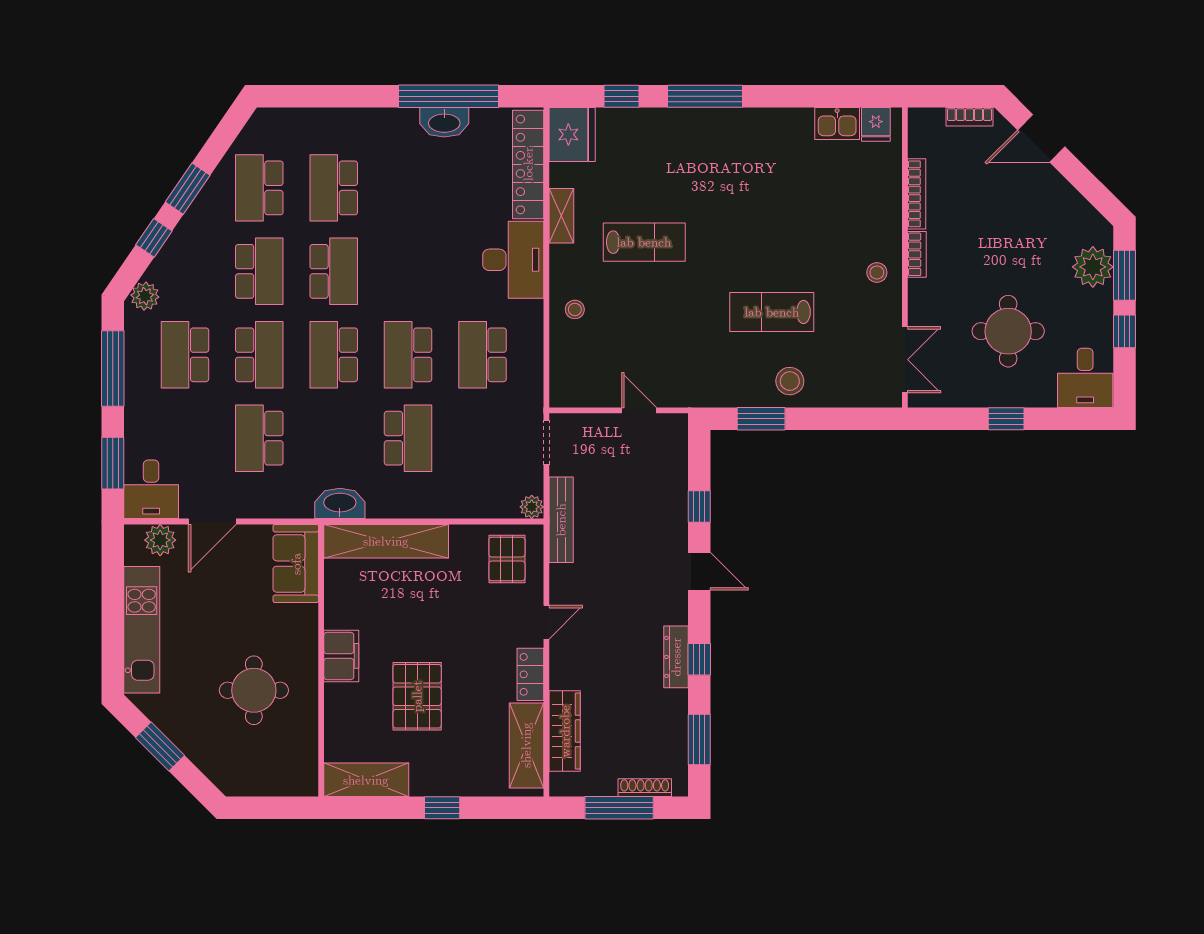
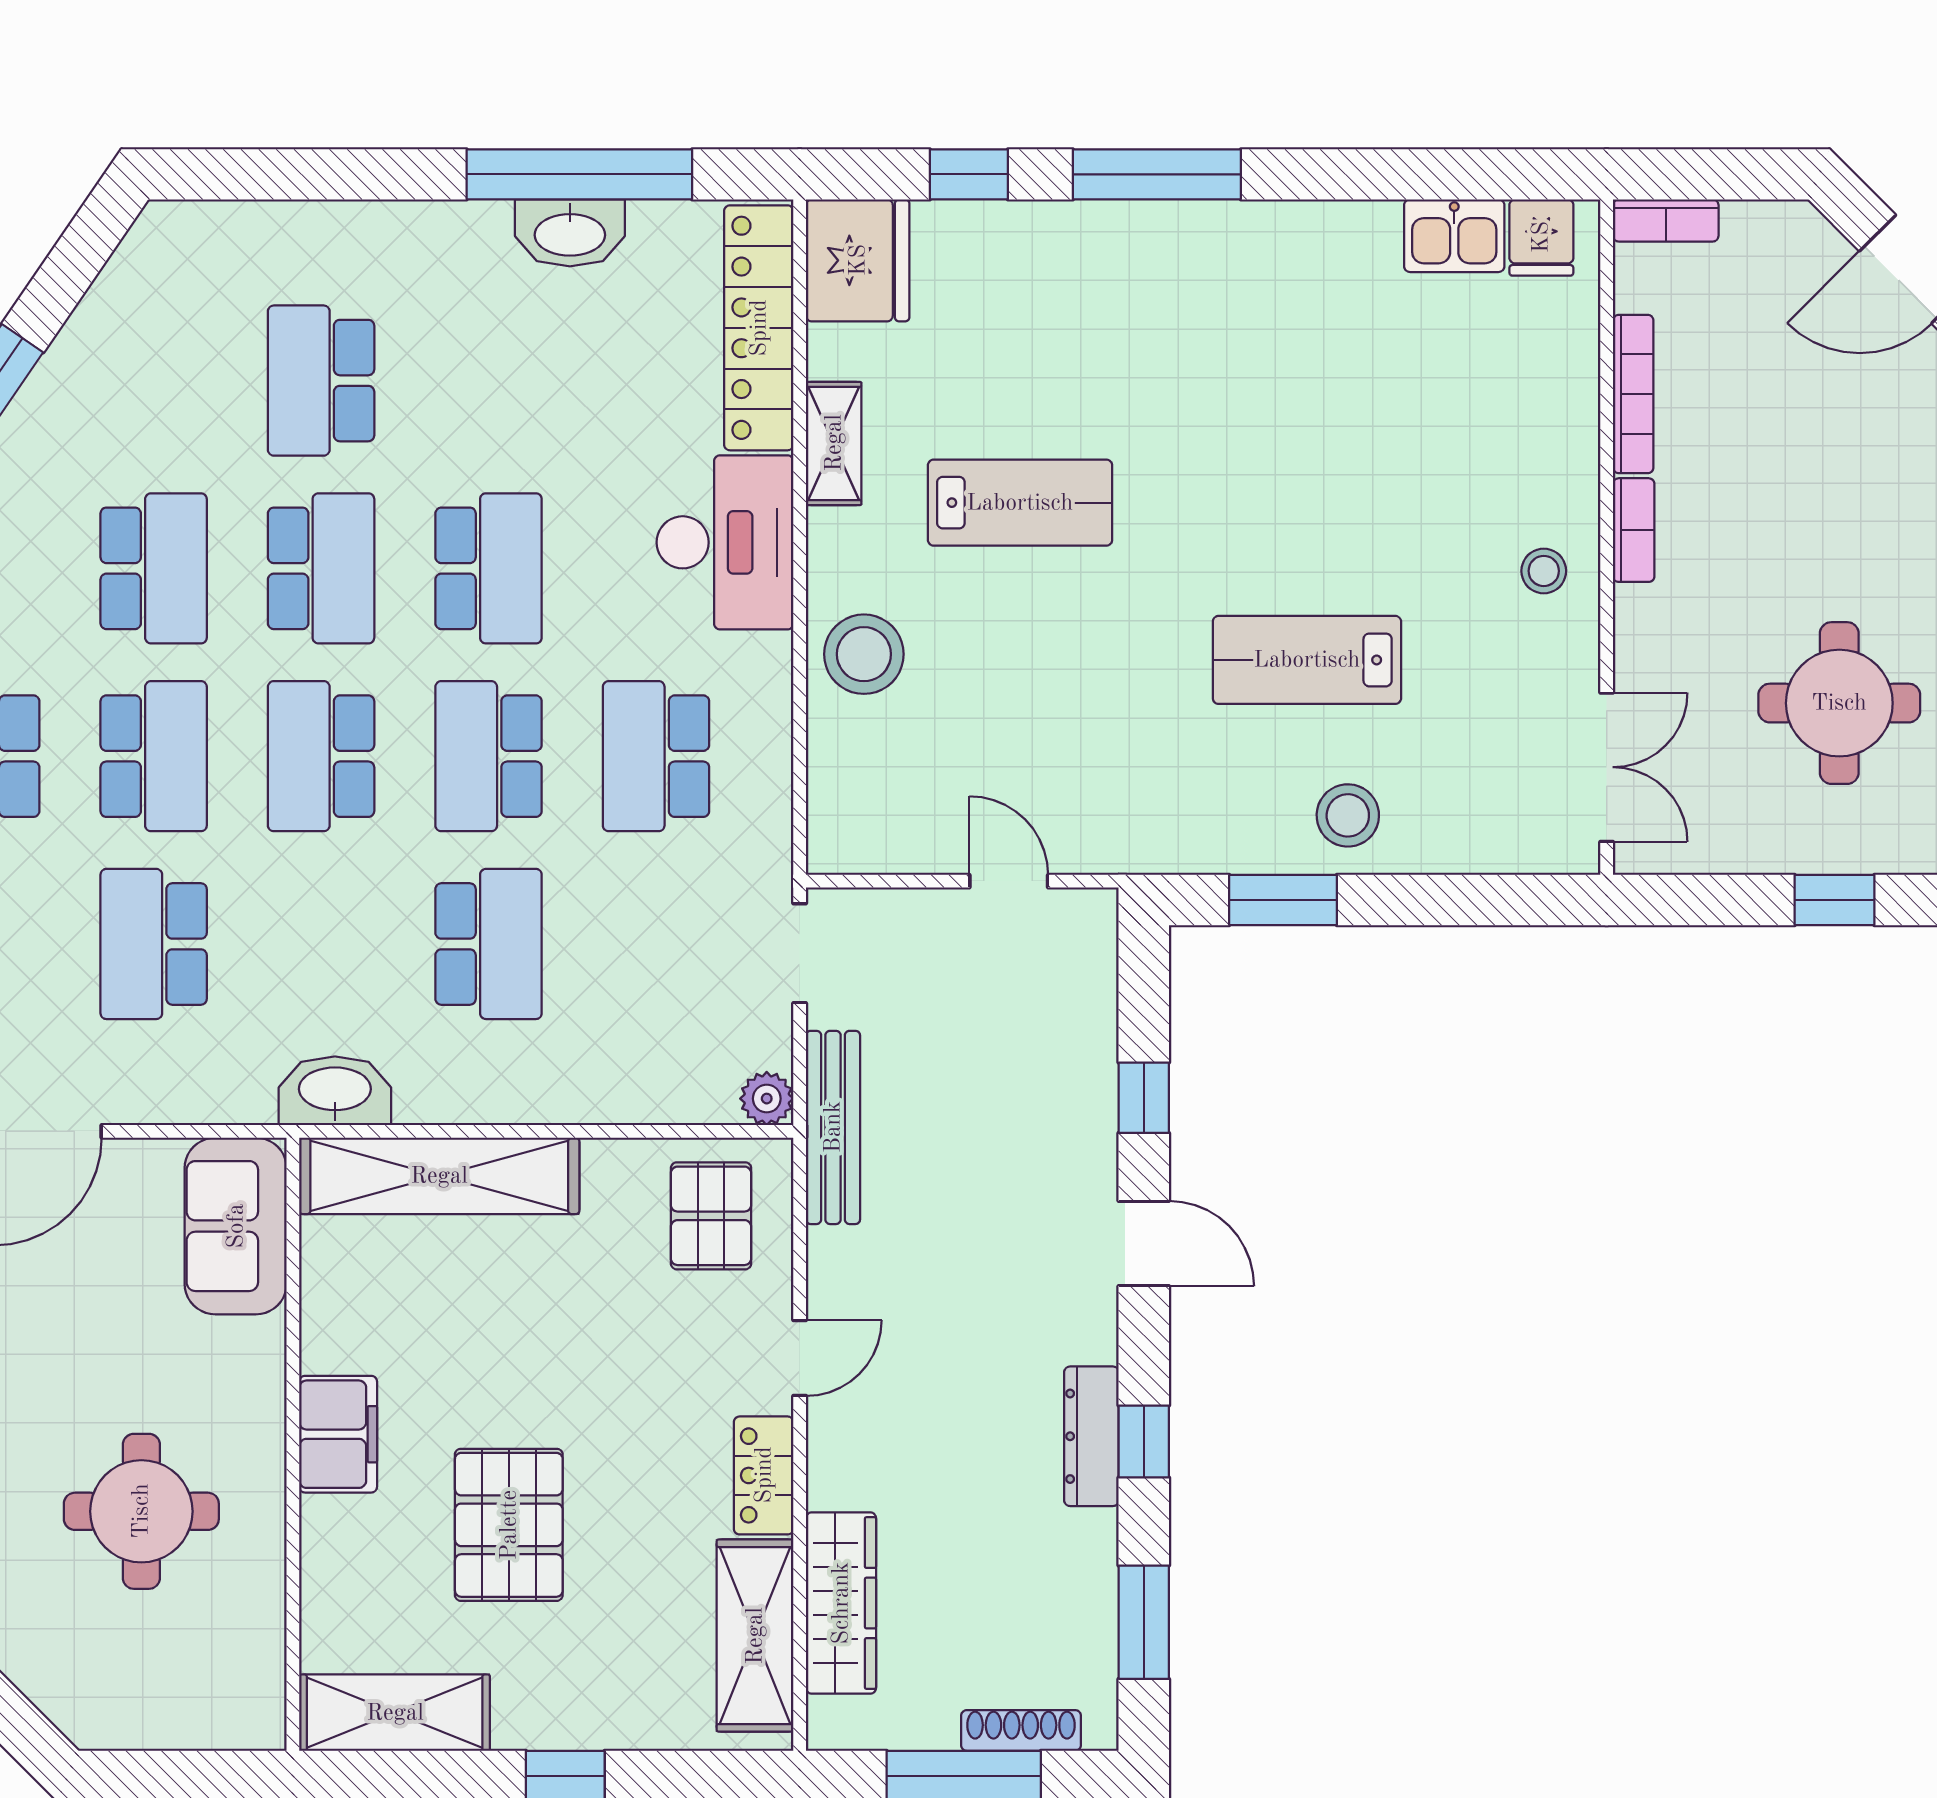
bookcase: (969, 117) -> (1666, 220), moved
school desk: (259, 188) -> (489, 568), moved, turned 180
stool: (575, 309) -> (864, 654), width x1.89, depth x1.89

